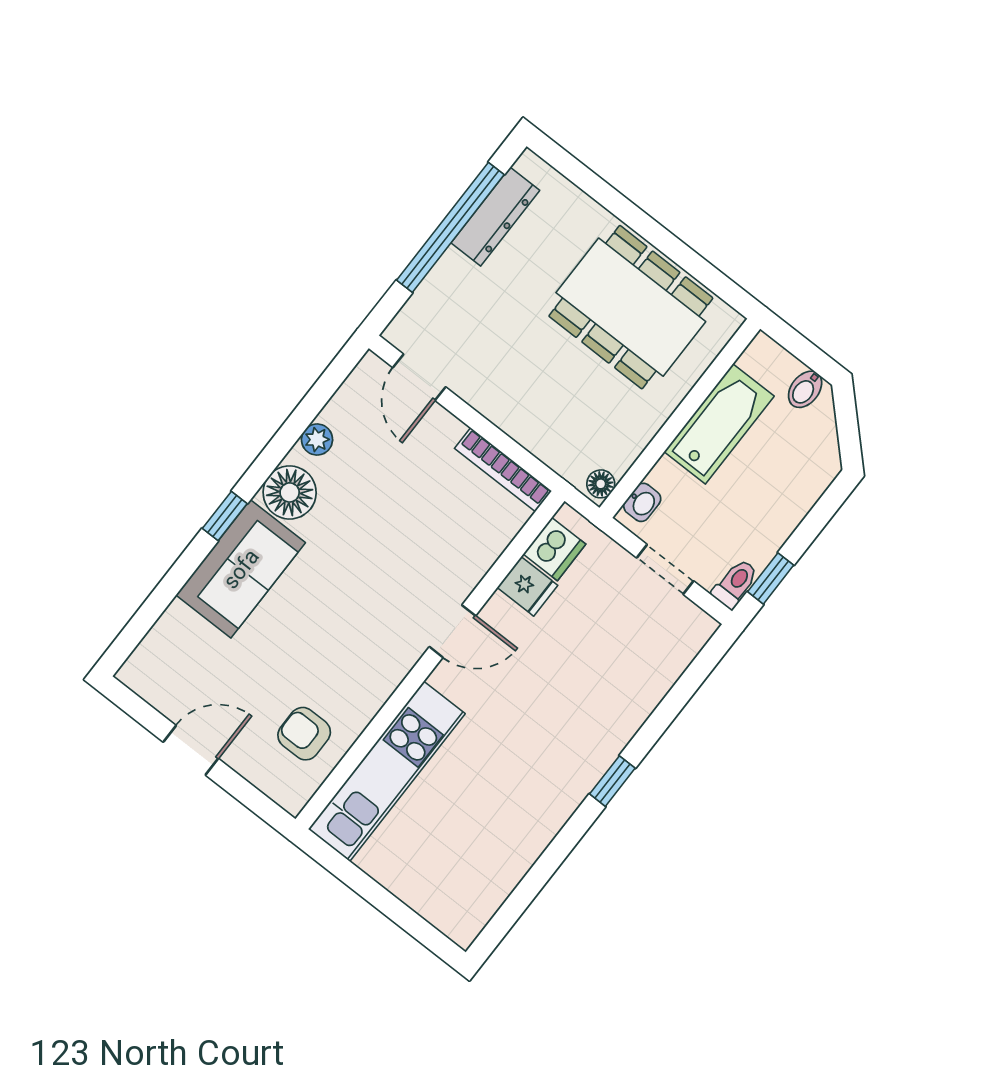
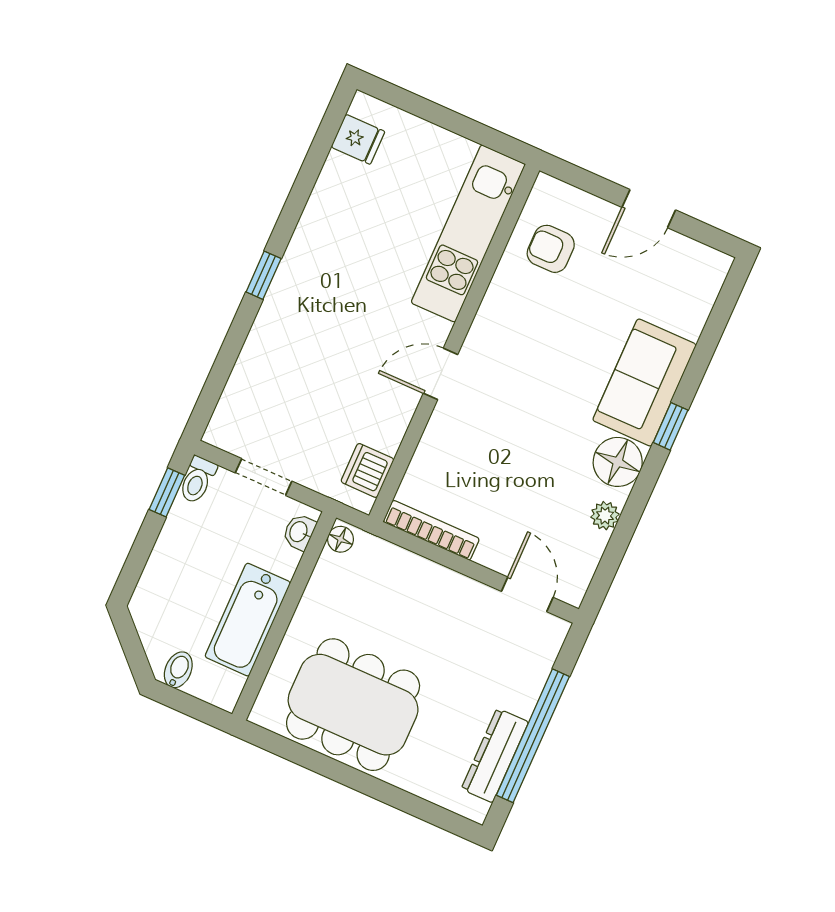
fridge: (527, 586) -> (358, 139), moved, turned 180
armchair: (304, 734) -> (551, 249), turned 180

